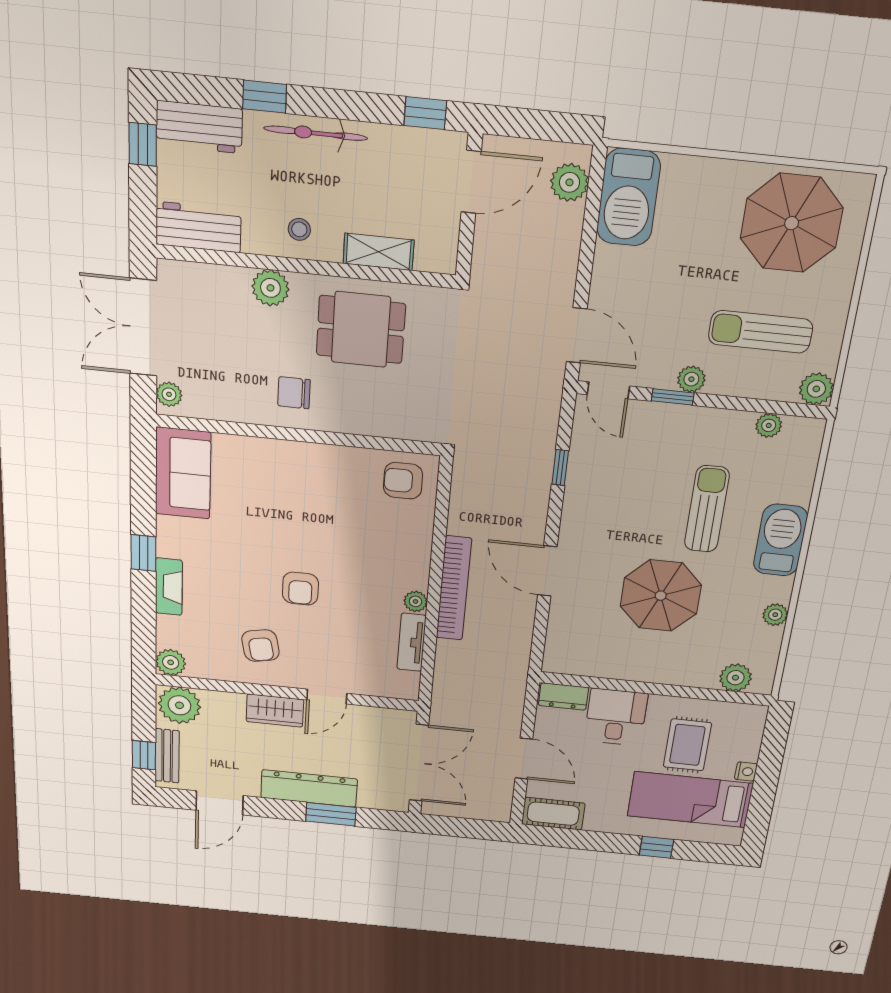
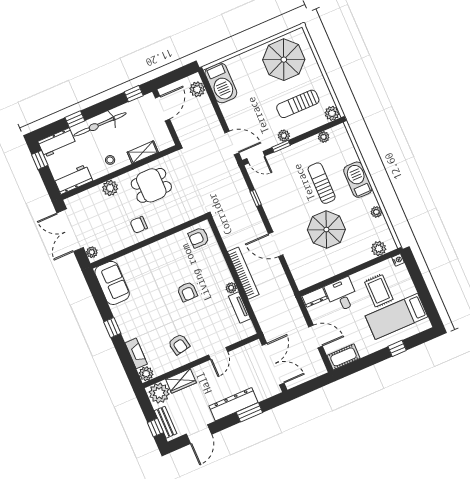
bicycle: (316, 133) -> (100, 124), width x1.37, depth x1.40
fireplace: (169, 587) -> (136, 353), moved
armchair: (300, 589) -> (187, 292), moved
wardrobe: (275, 711) -> (181, 381), moved
nightstand: (746, 771) -> (398, 260), moved

